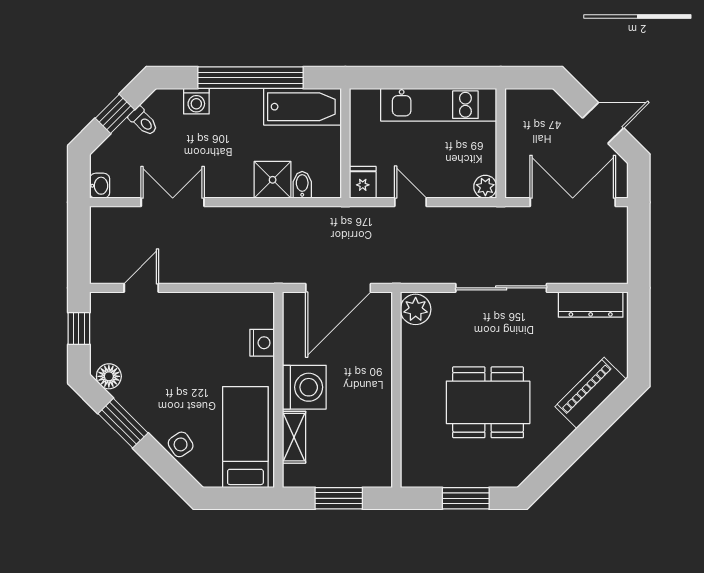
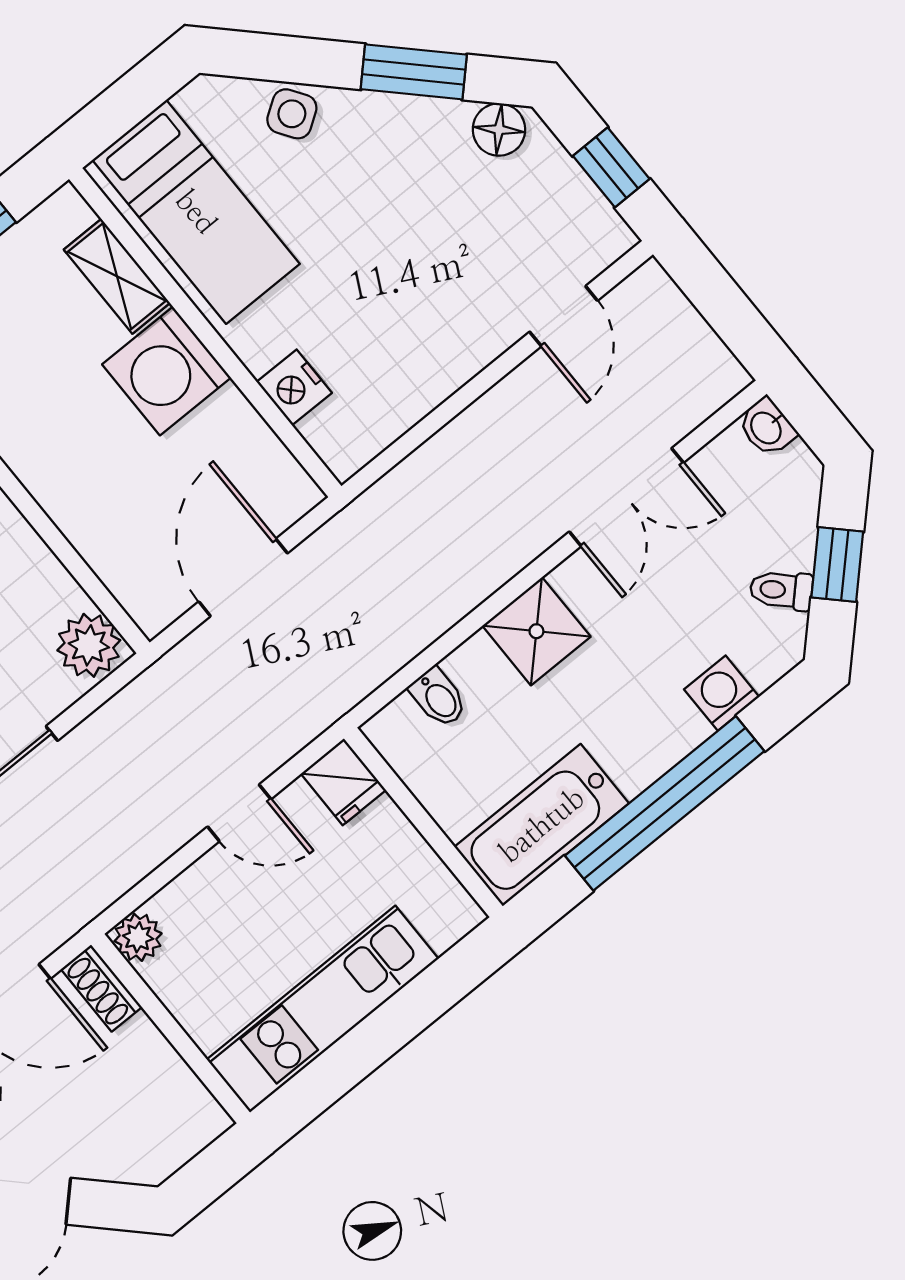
shoe rack: (514, 179) -> (101, 988), added
shower: (273, 180) -> (536, 631), moved
door: (338, 288) -> (243, 577), width x0.73

